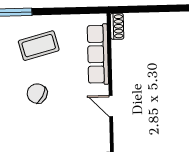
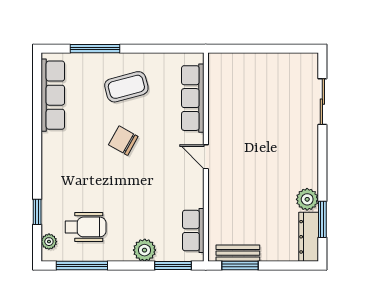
shoe rack: (117, 26) -> (215, 67), removed

